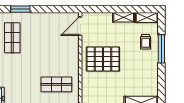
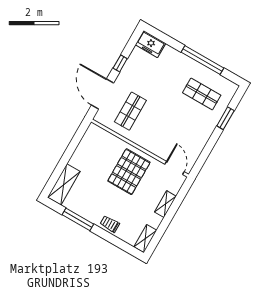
shelving: (124, 17) -> (165, 204), moved
trolley: (146, 42) -> (110, 224), moved
window: (161, 49) -> (78, 219), moved

